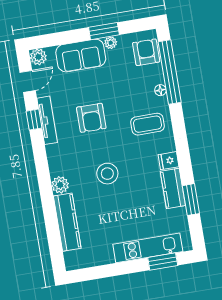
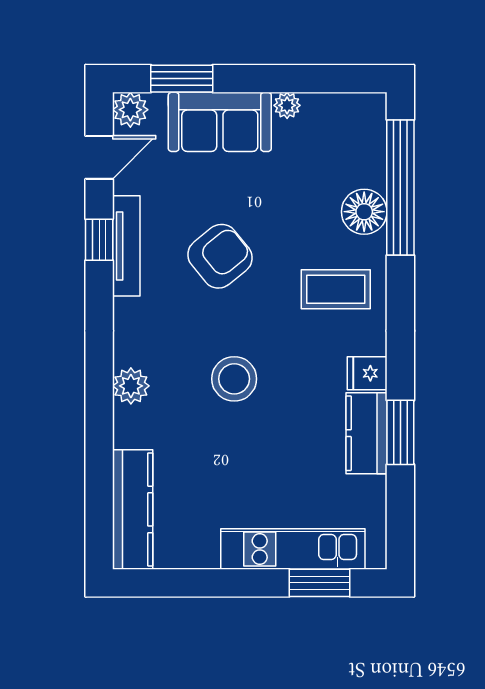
window: (104, 31) -> (182, 79), moved
armchair: (146, 52) -> (358, 138), removed
floor lamp: (160, 90) -> (364, 212), width x1.89, depth x1.89
armchair: (91, 118) -> (220, 256), turned -129
window: (191, 200) -> (400, 432), moved
kitchen counter: (67, 222) -> (133, 509), moved

